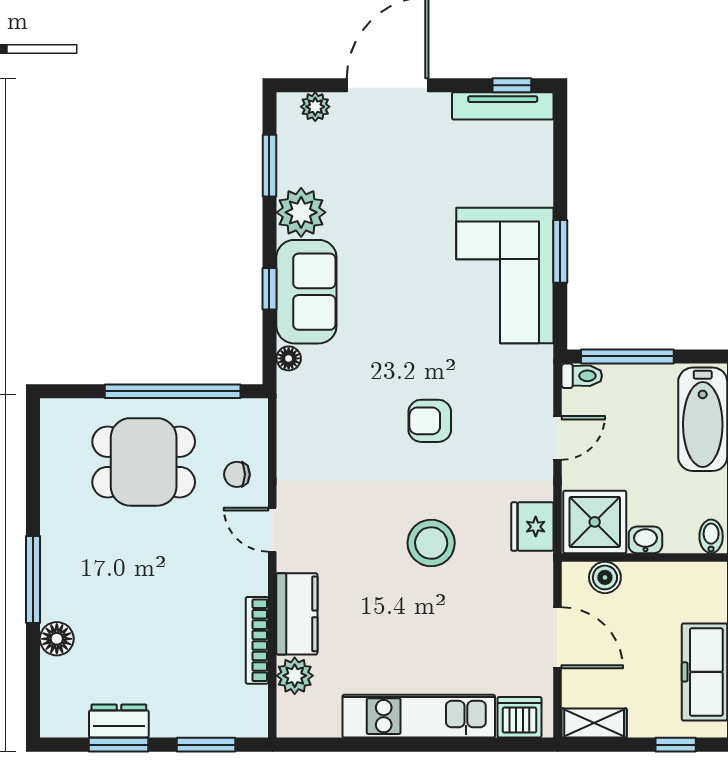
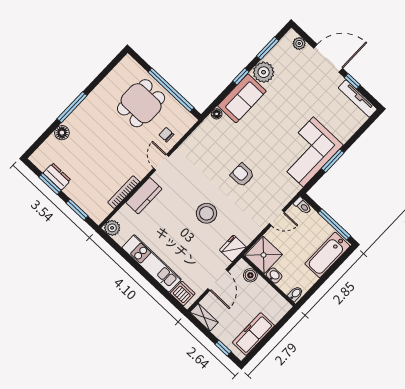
window: (512, 85) -> (352, 81), moved
window: (269, 289) -> (241, 76), moved
window: (627, 356) -> (334, 224), moved
dining table: (144, 462) -> (141, 103), turned 90
fridge: (532, 527) -> (233, 248), moved
plant: (295, 676) -> (112, 228), moved

